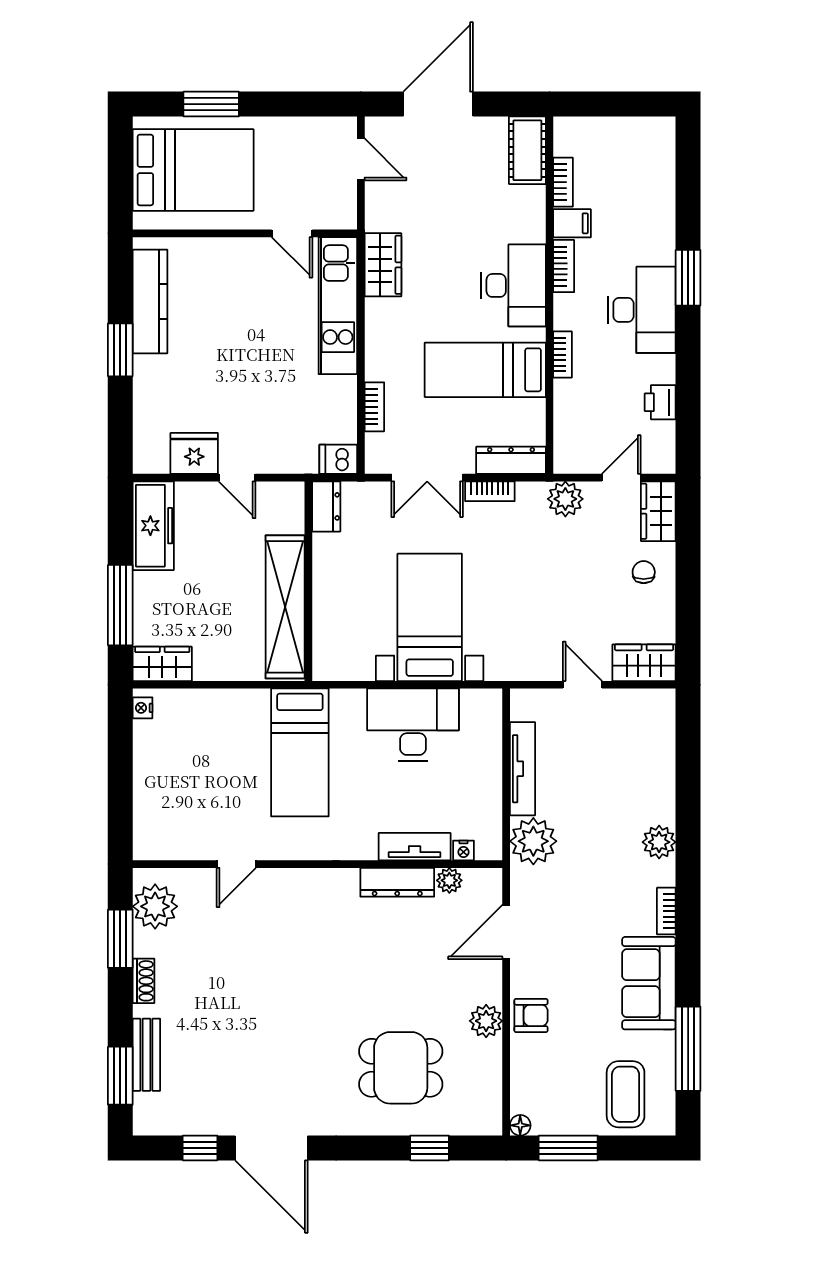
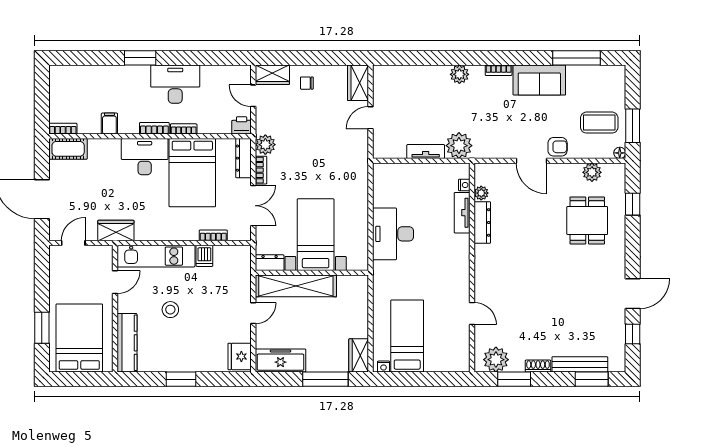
bookcase: (563, 182) -> (63, 129), moved
wardrobe: (383, 265) -> (116, 231), moved
bookcase: (564, 266) -> (154, 128), moved
kitchen counter: (150, 301) -> (127, 343), moved, turned 90
desk: (642, 310) -> (175, 84), moved
stool: (243, 331) -> (170, 310), added
bed: (485, 370) -> (192, 173), width x1.50
printer: (660, 402) -> (242, 125), moved, turned 180
fridge: (194, 453) -> (240, 356), moved
dishwasher: (338, 459) -> (204, 256), moved
plant: (565, 499) -> (265, 145), moved
shelving: (285, 607) -> (296, 286), moved
bed with nightstands: (430, 617) -> (316, 235), moved, turned 90
desk: (413, 725) -> (393, 234), moved
bed: (300, 752) -> (407, 336), moved, turned -90
tv unit: (523, 769) -> (426, 152), width x0.71
door: (506, 932) -> (531, 161), moved
armchair: (531, 1015) -> (558, 147), turned 90
plant: (486, 1021) -> (592, 172), moved
bench: (146, 1055) -> (580, 364), width x1.36
coffee table: (626, 1094) -> (599, 123), moved
door: (271, 1148) -> (633, 294), width x0.73

